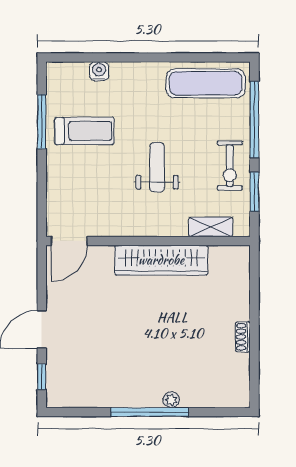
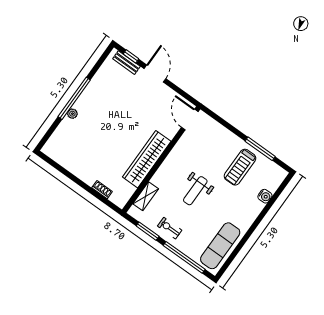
exercise bike: (230, 166) -> (170, 228), width x0.73, depth x0.72
weight bench: (157, 167) -> (195, 191), turned 90
shoe rack: (243, 337) -> (102, 190), moved
bench: (54, 377) -> (126, 63), added

